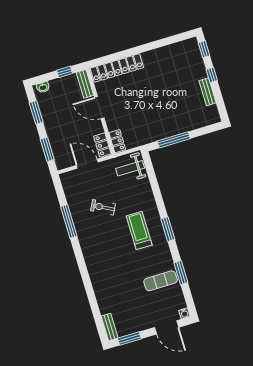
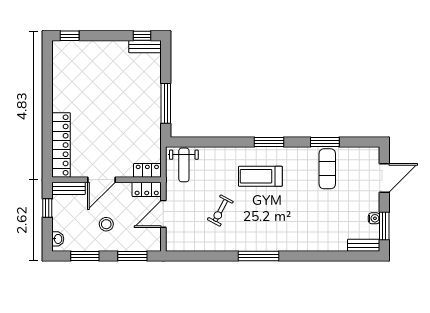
window: (212, 75) -> (142, 36), moved
bench: (208, 92) -> (145, 47), moved
stool: (66, 122) -> (106, 224), added
window: (69, 221) -> (259, 256), moved
water cooler: (184, 313) -> (374, 218), moved

